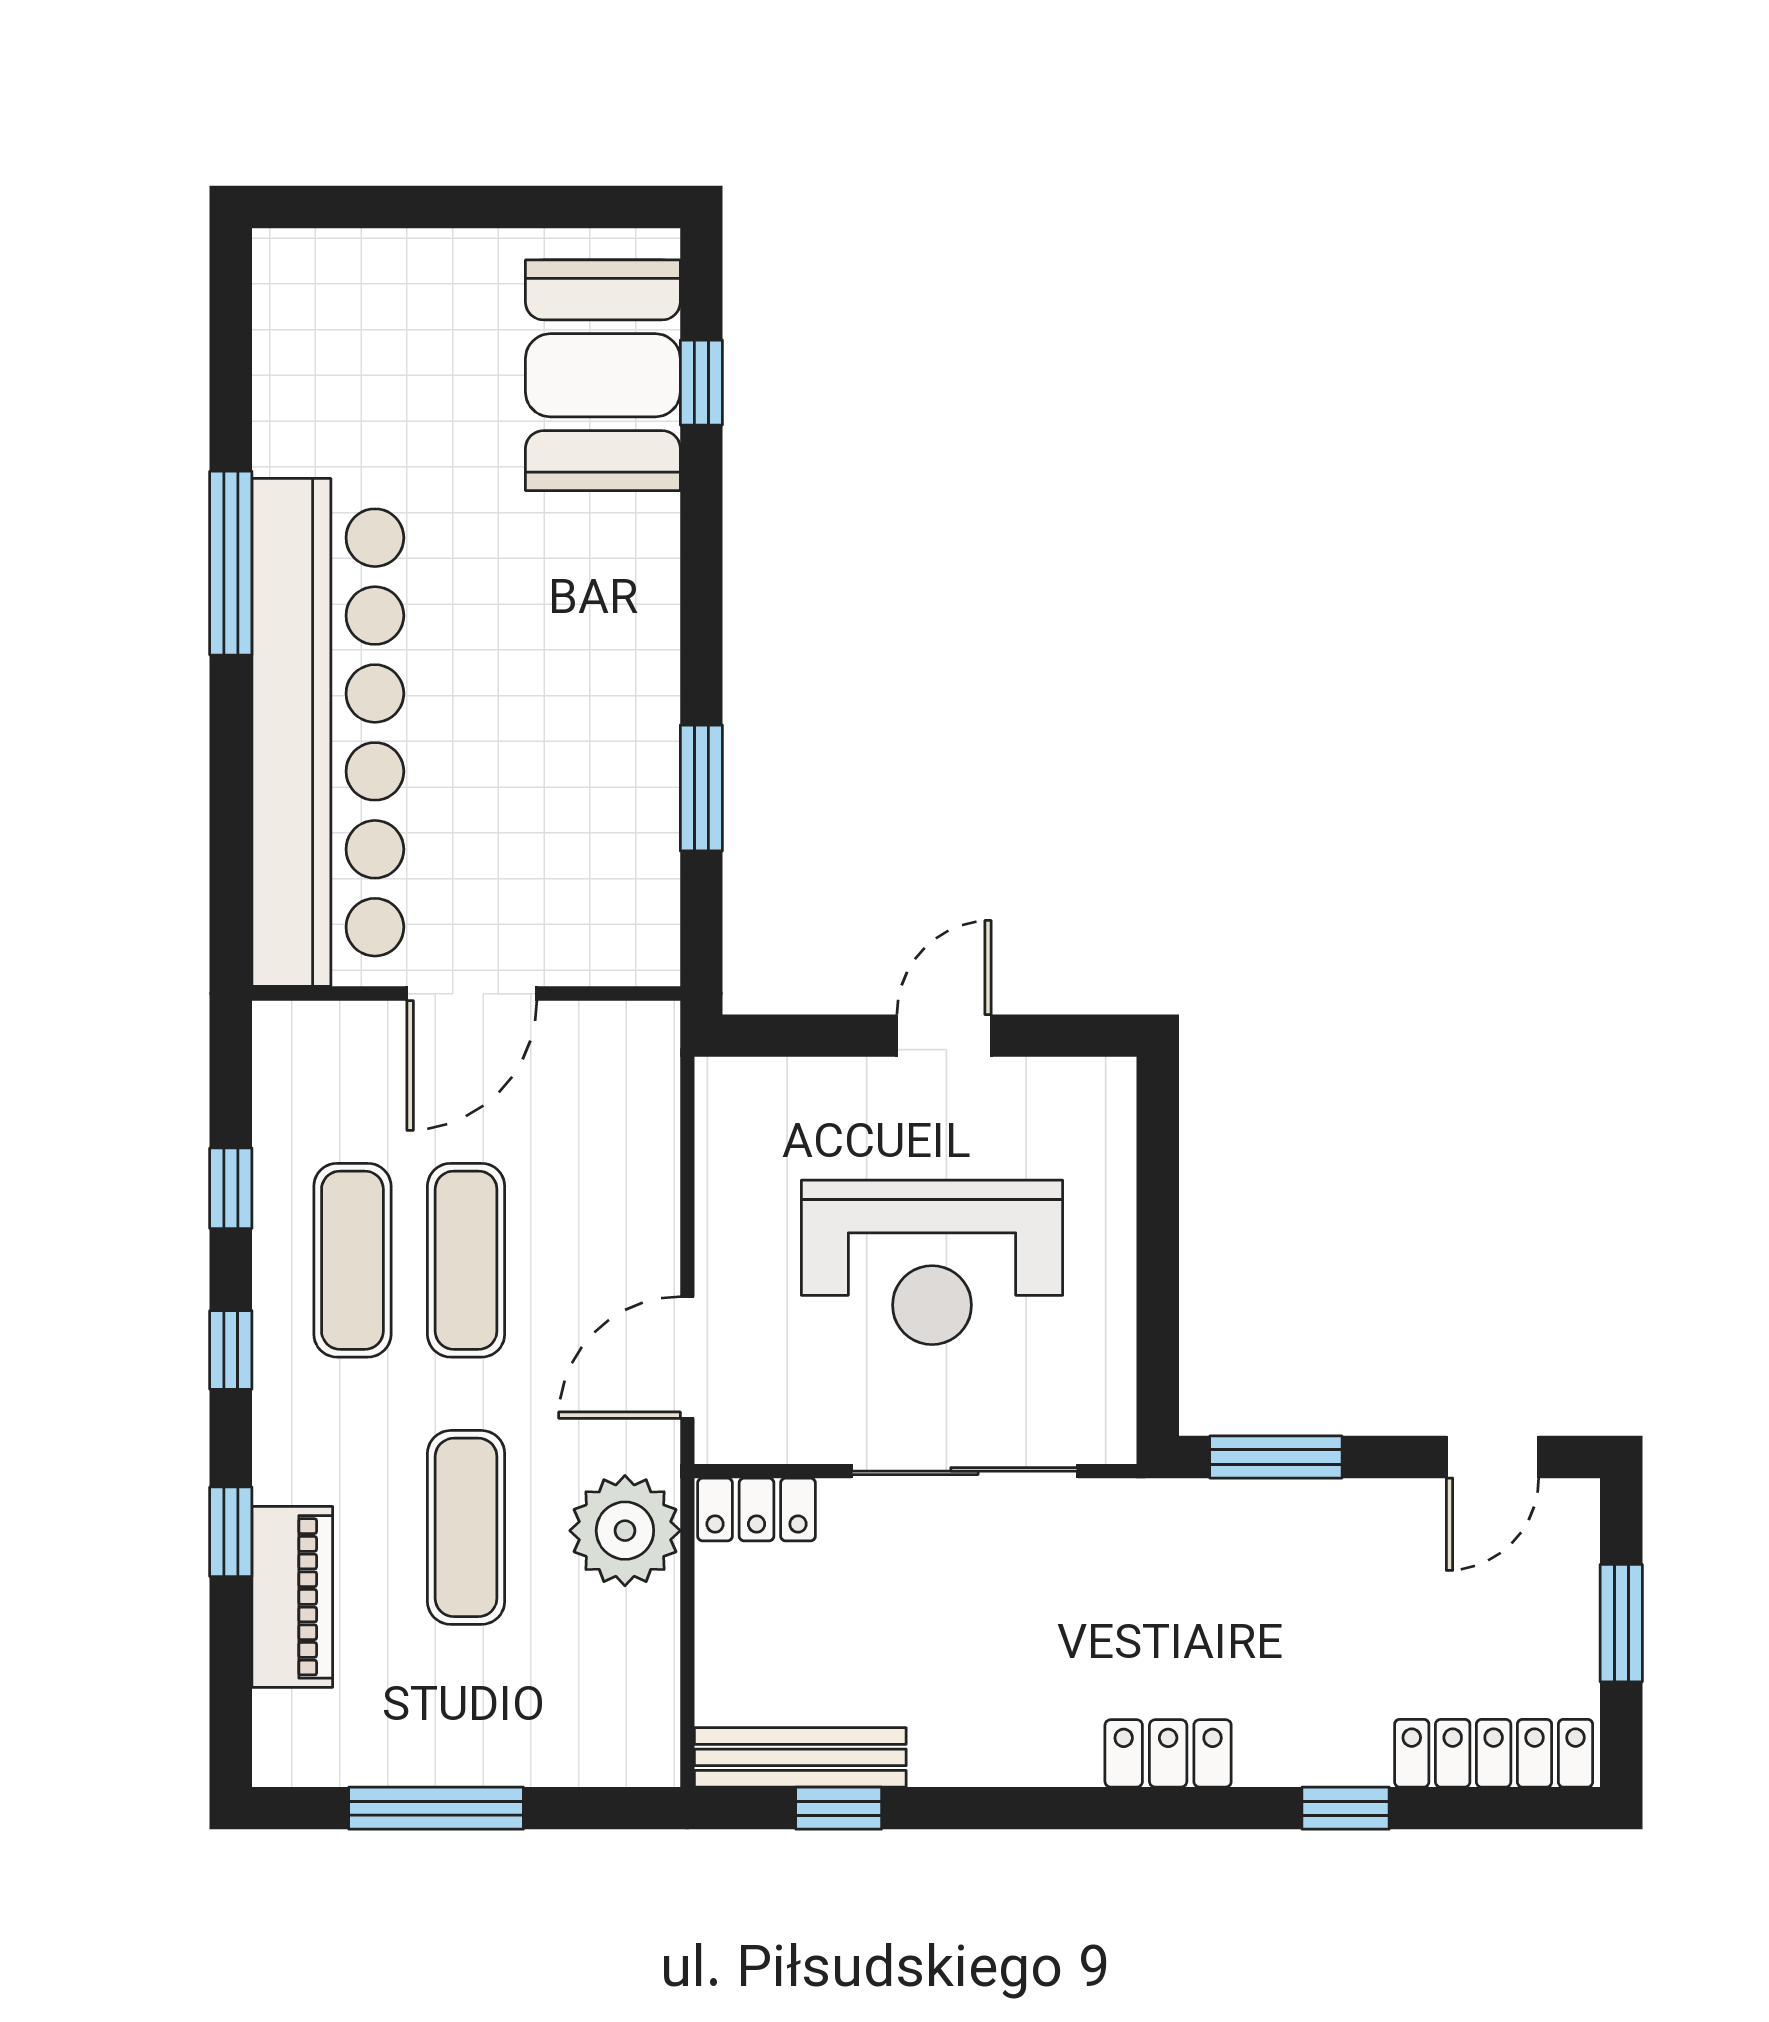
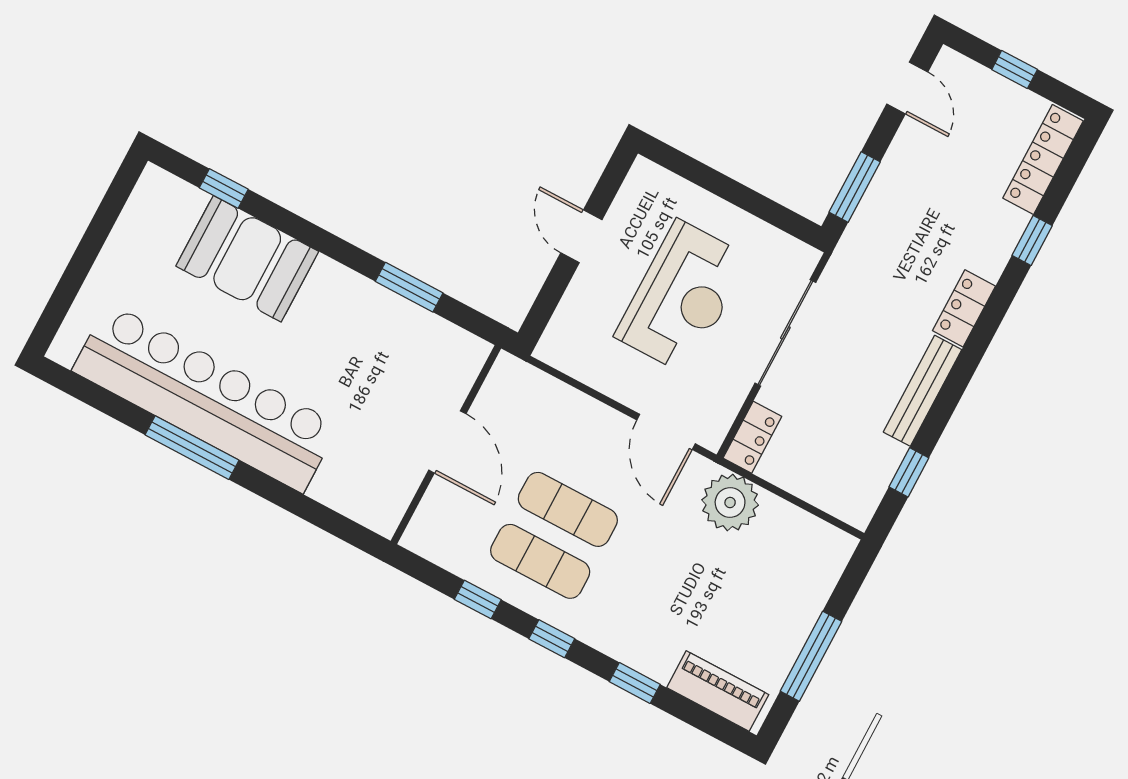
booth: (603, 375) -> (247, 259), moved
bar counter: (328, 732) -> (205, 398), moved
exercise mat: (466, 1527) -> (690, 574), removed
piano: (292, 1597) -> (718, 691), moved
window: (1621, 1623) -> (1015, 69), width x0.67
bench: (800, 1757) -> (922, 391), moved

